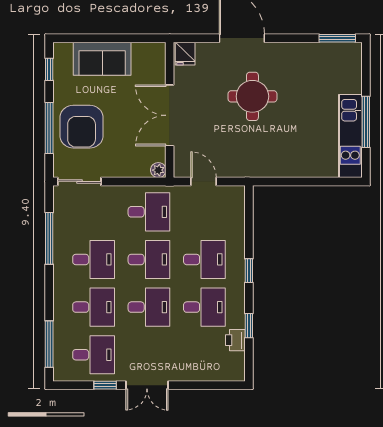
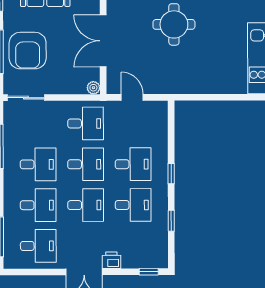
printer: (235, 340) -> (111, 260), moved, turned 90
window: (105, 385) -> (149, 272), moved

